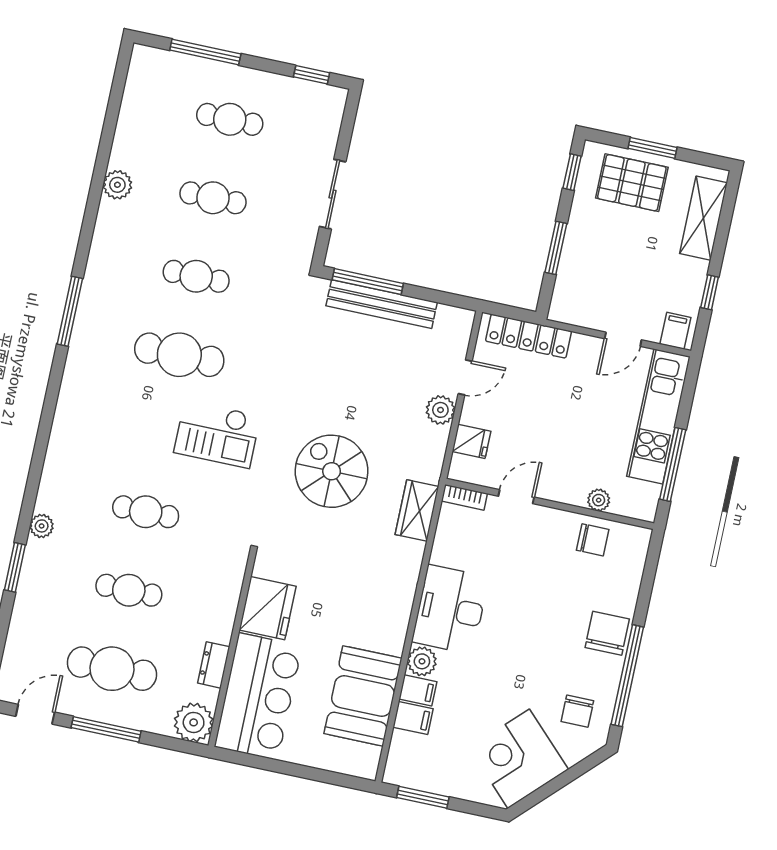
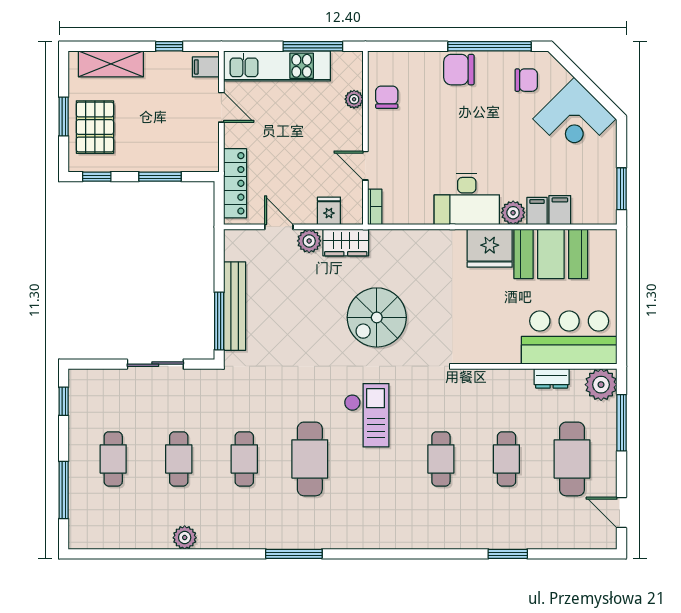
wardrobe: (417, 510) -> (346, 242), moved
plant: (42, 526) -> (470, 540), removed
fridge: (268, 608) -> (490, 248), moved, turned 180
window: (106, 729) -> (622, 423), moved

